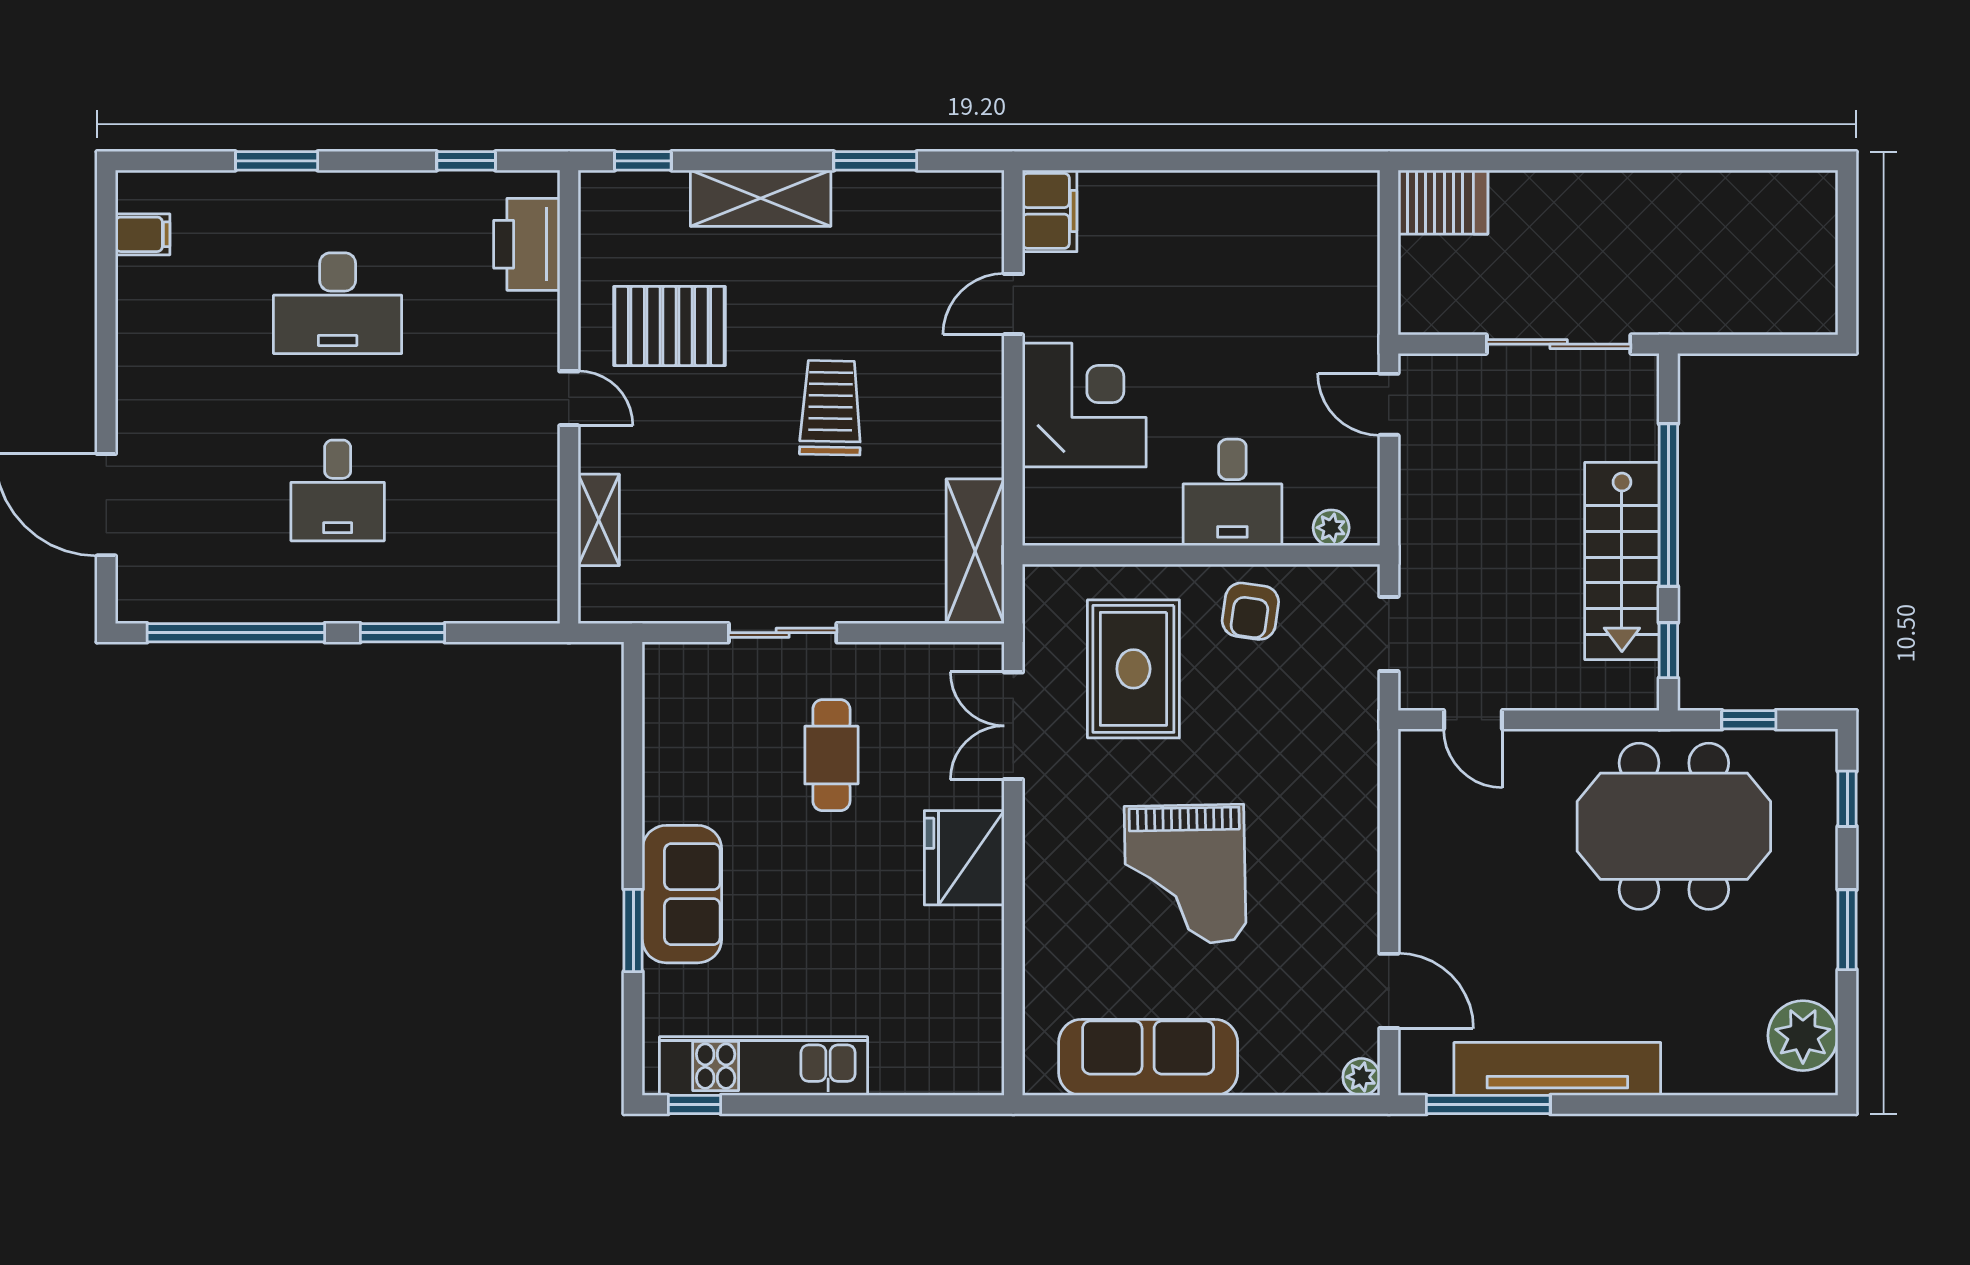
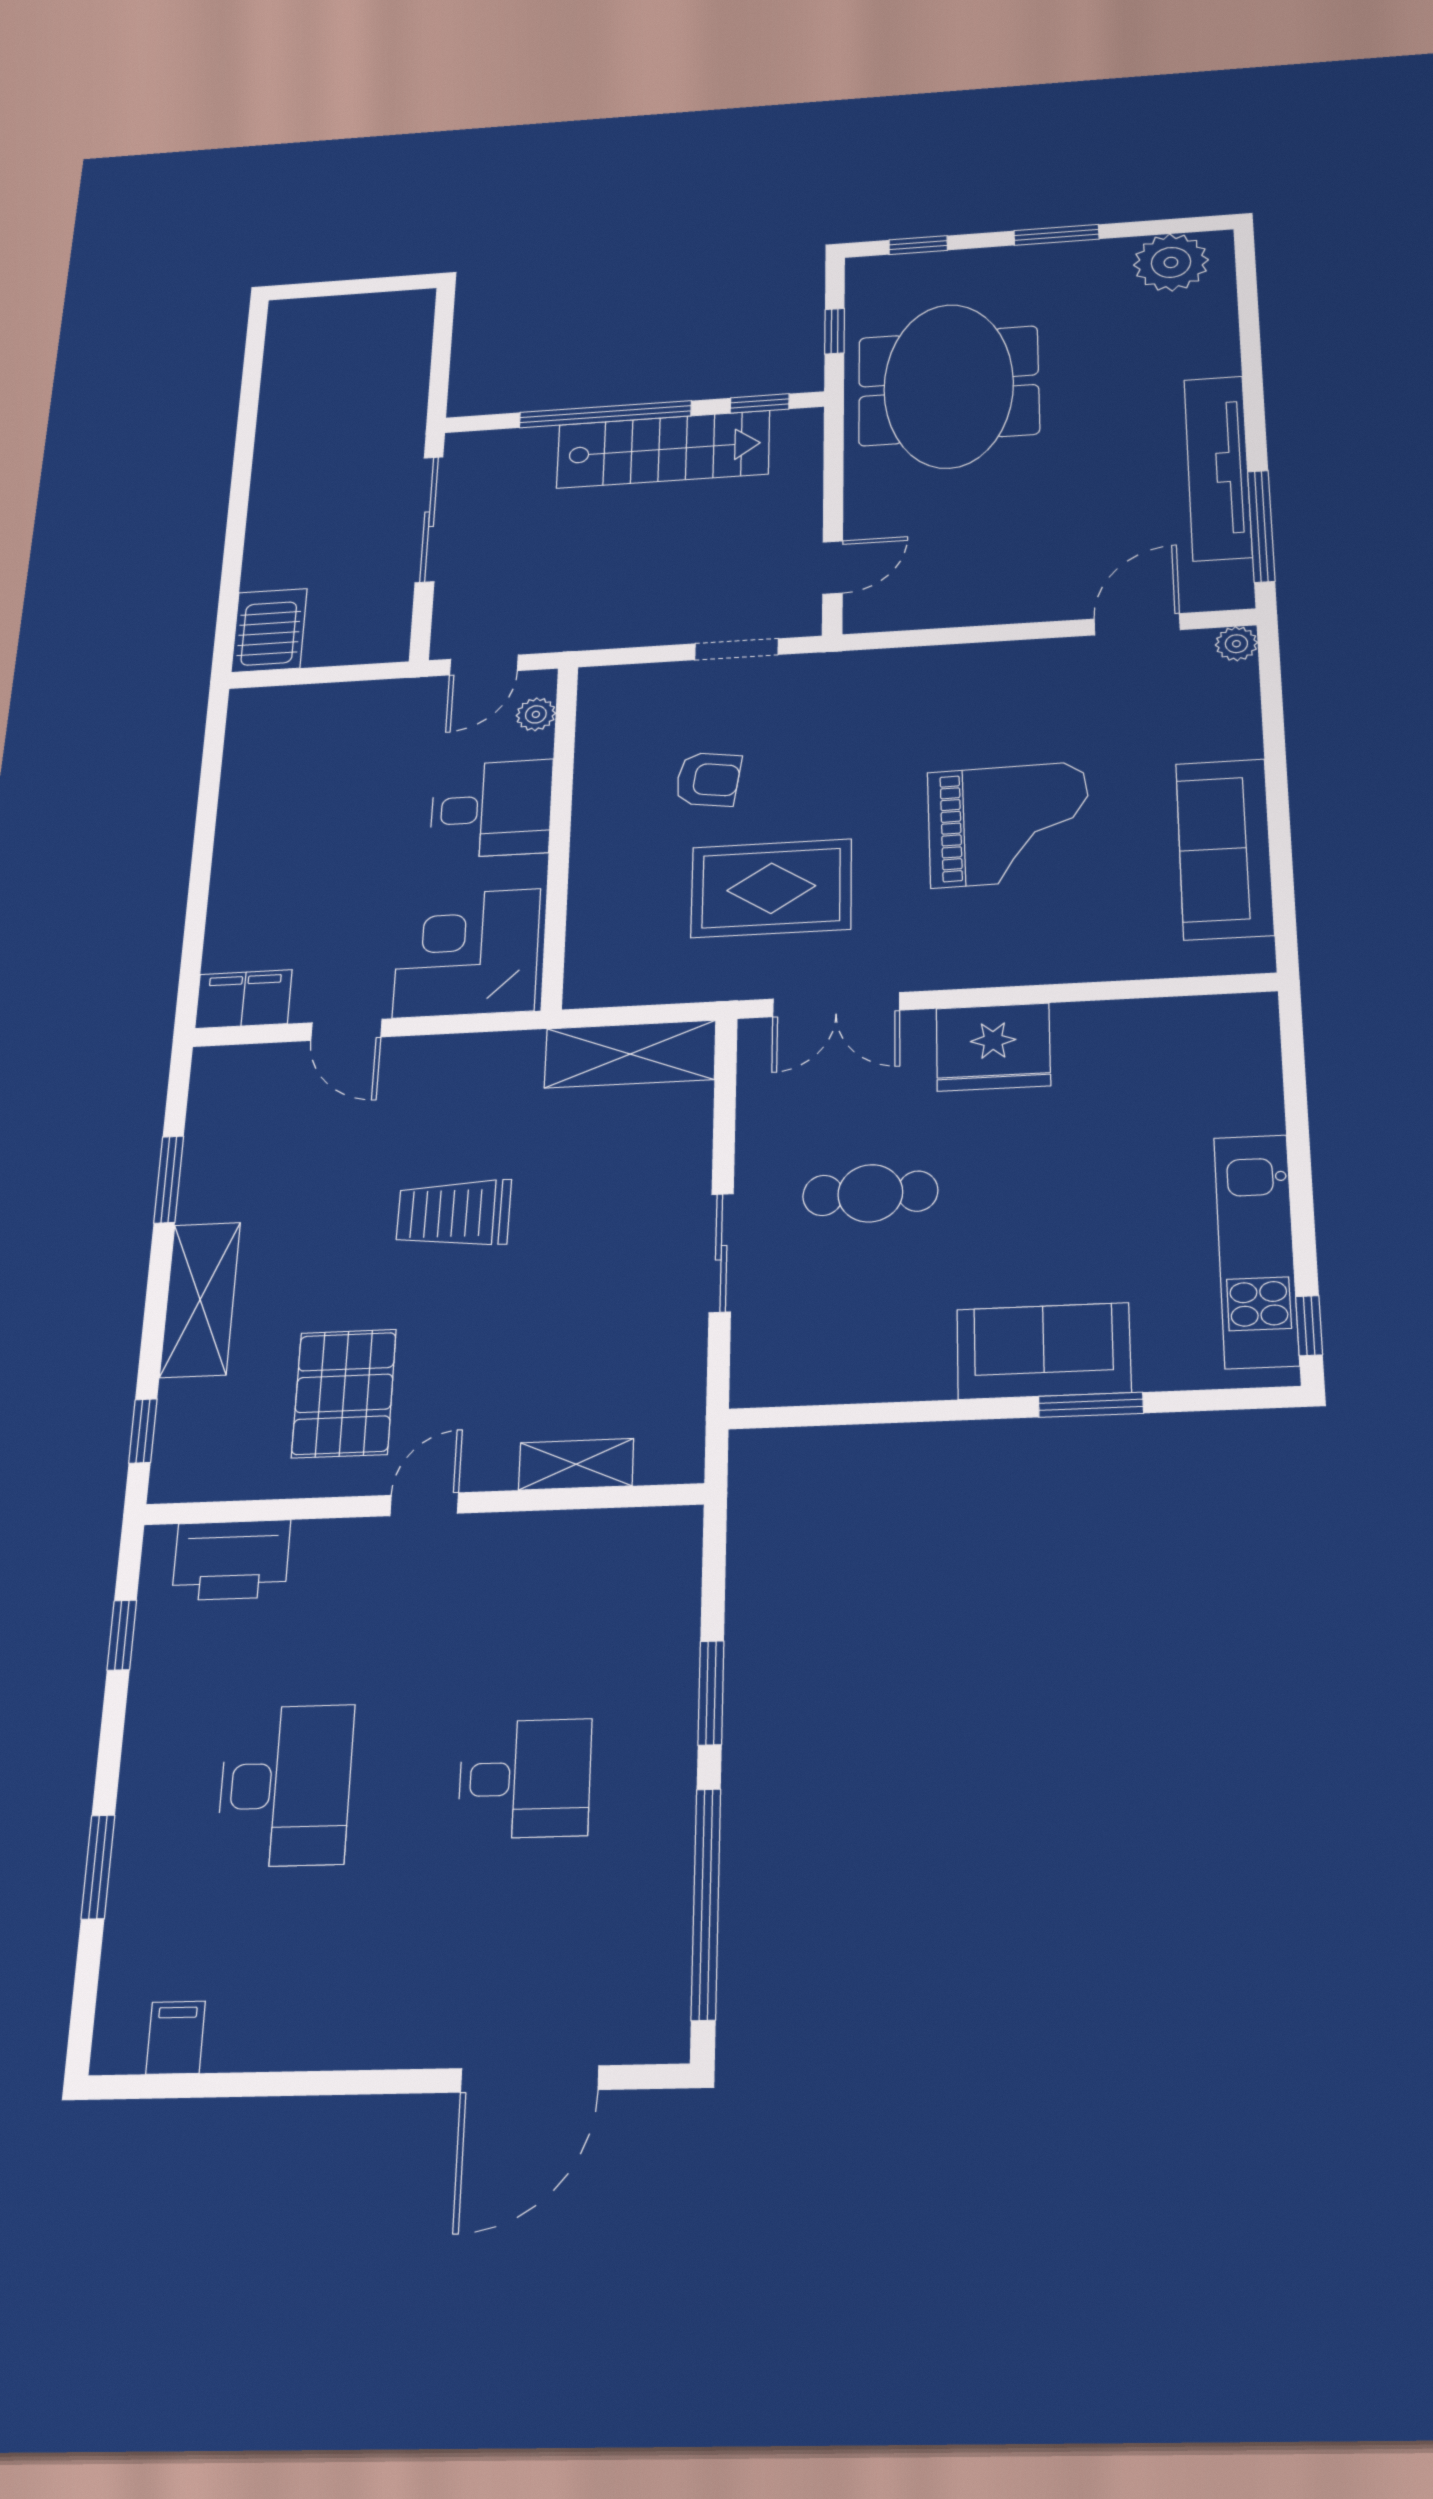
desk: (1232, 492) -> (491, 809), moved
plant: (1331, 528) -> (536, 714), moved
wall: (1201, 555) -> (560, 835), moved

